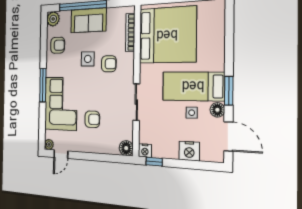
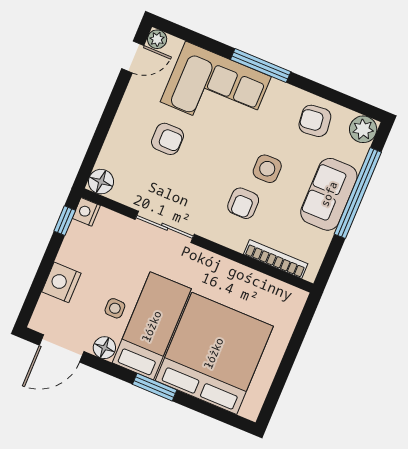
bed: (167, 35) -> (214, 353), moved, turned 180
armchair: (58, 45) -> (315, 121), turned 83
window: (229, 91) -> (155, 387), moved
armchair: (92, 119) -> (167, 139), turned -90
door: (61, 154) -> (133, 57), swing flipped

